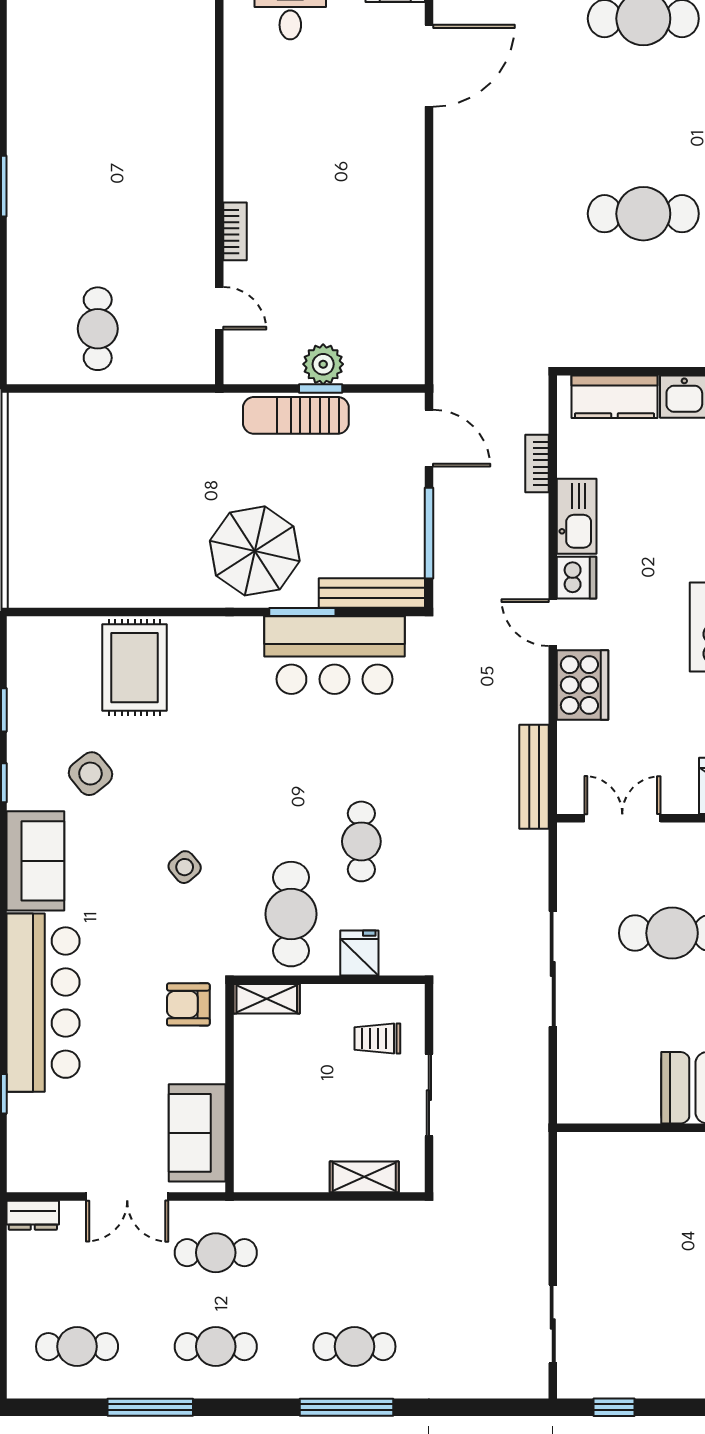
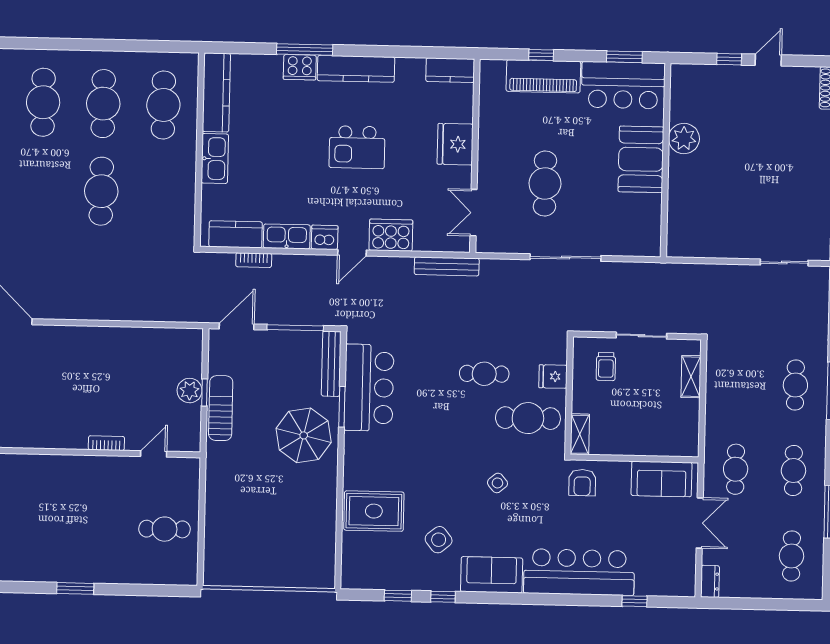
kitchen counter: (614, 397) -> (236, 234), moved, turned -90
sun lounger: (296, 415) -> (221, 408), turned 180

